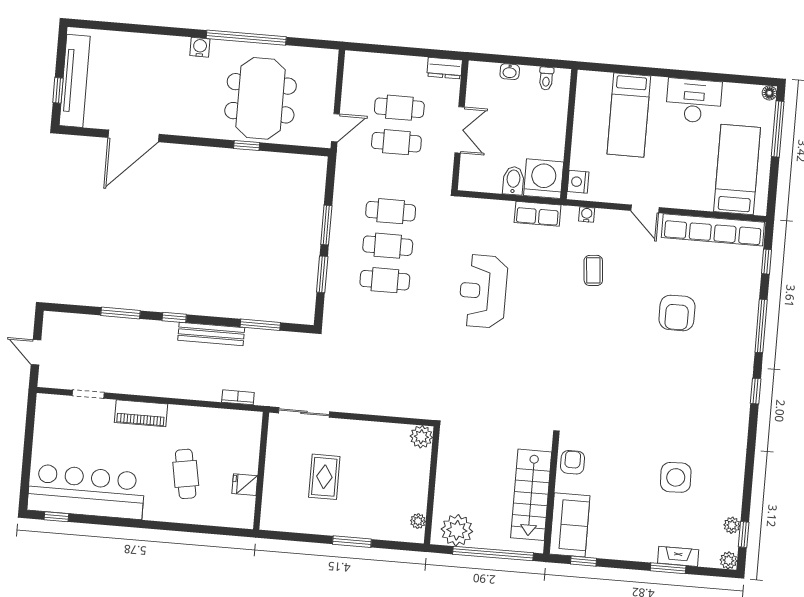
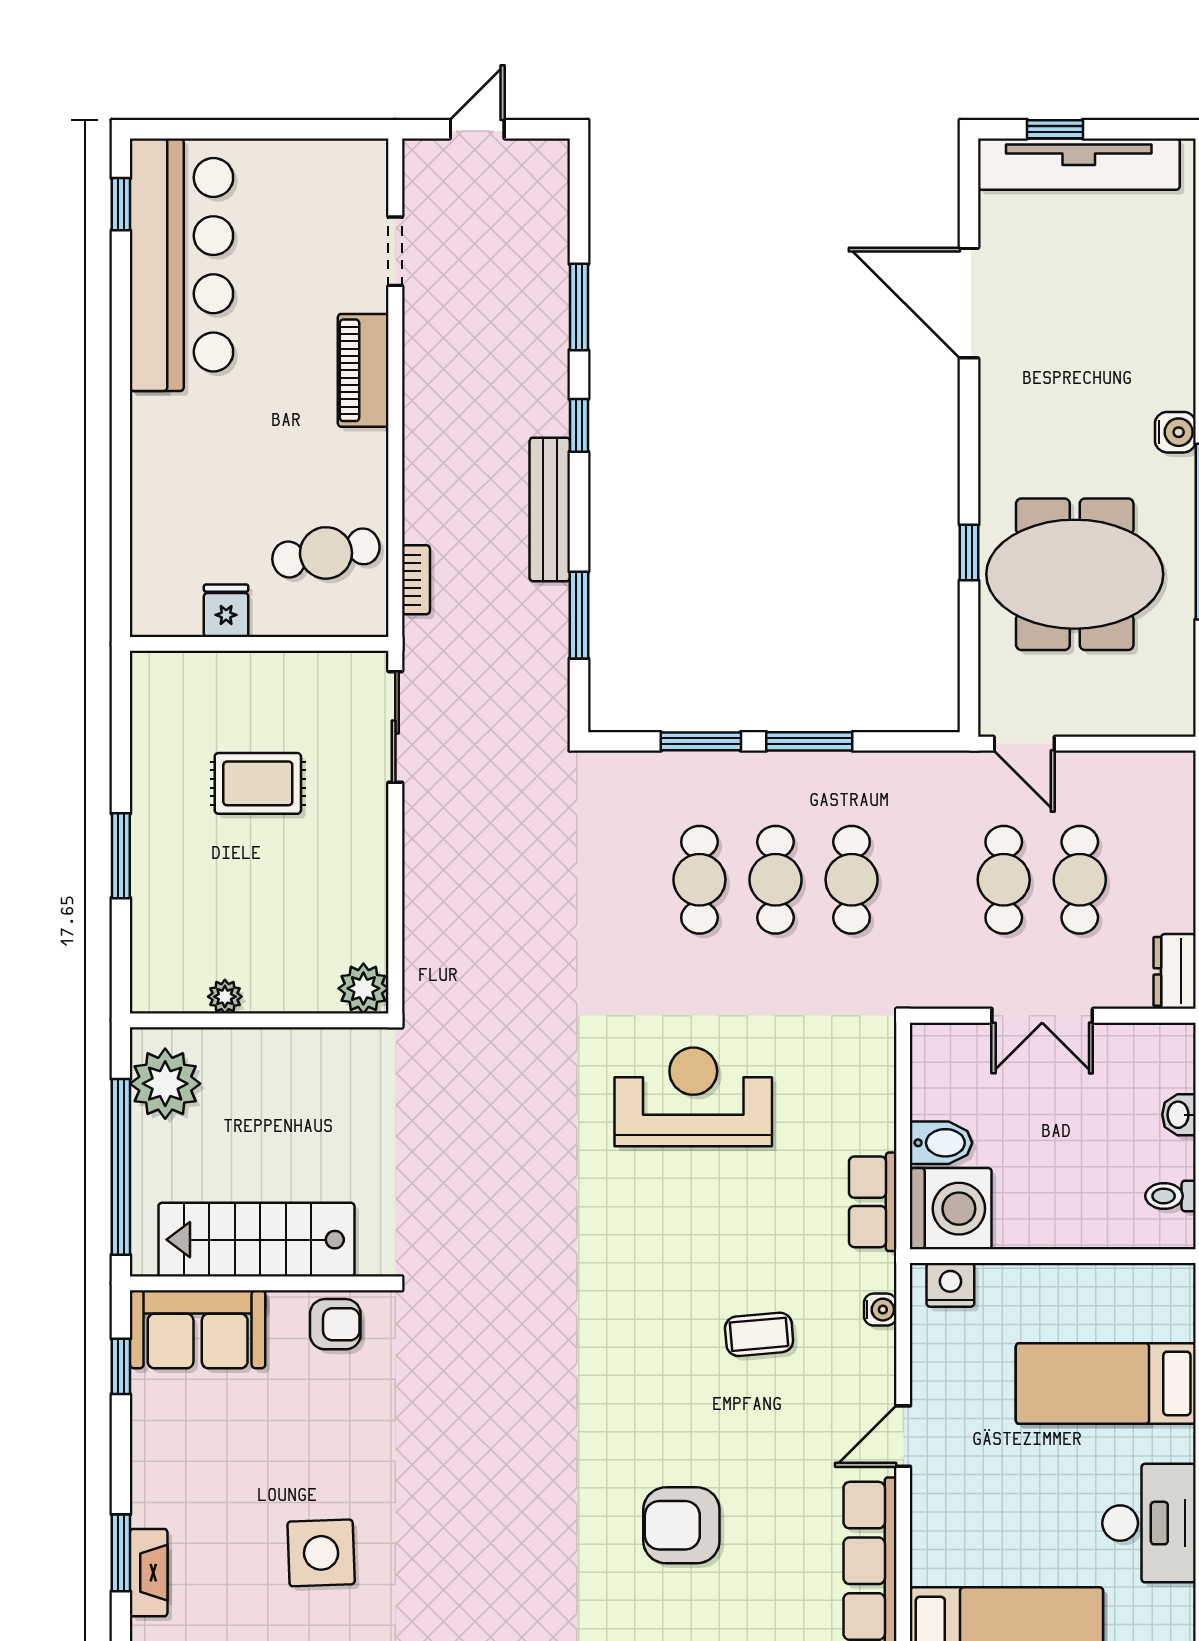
cafe table: (186, 474) -> (326, 553), moved
plant: (418, 521) -> (225, 997), moved

